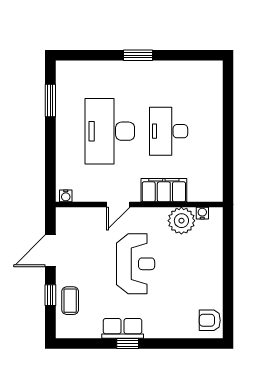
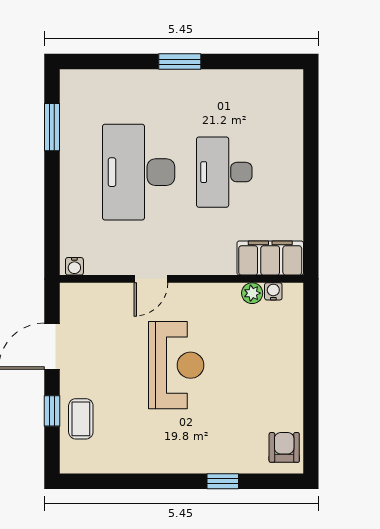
filing cabinet: (164, 190) -> (270, 258), moved
plant: (181, 221) -> (252, 293), width x0.53, depth x0.53
armchair: (210, 320) -> (284, 447), turned 90
row of seats: (123, 328) -> (157, 459), removed
window: (128, 343) -> (223, 481), moved

